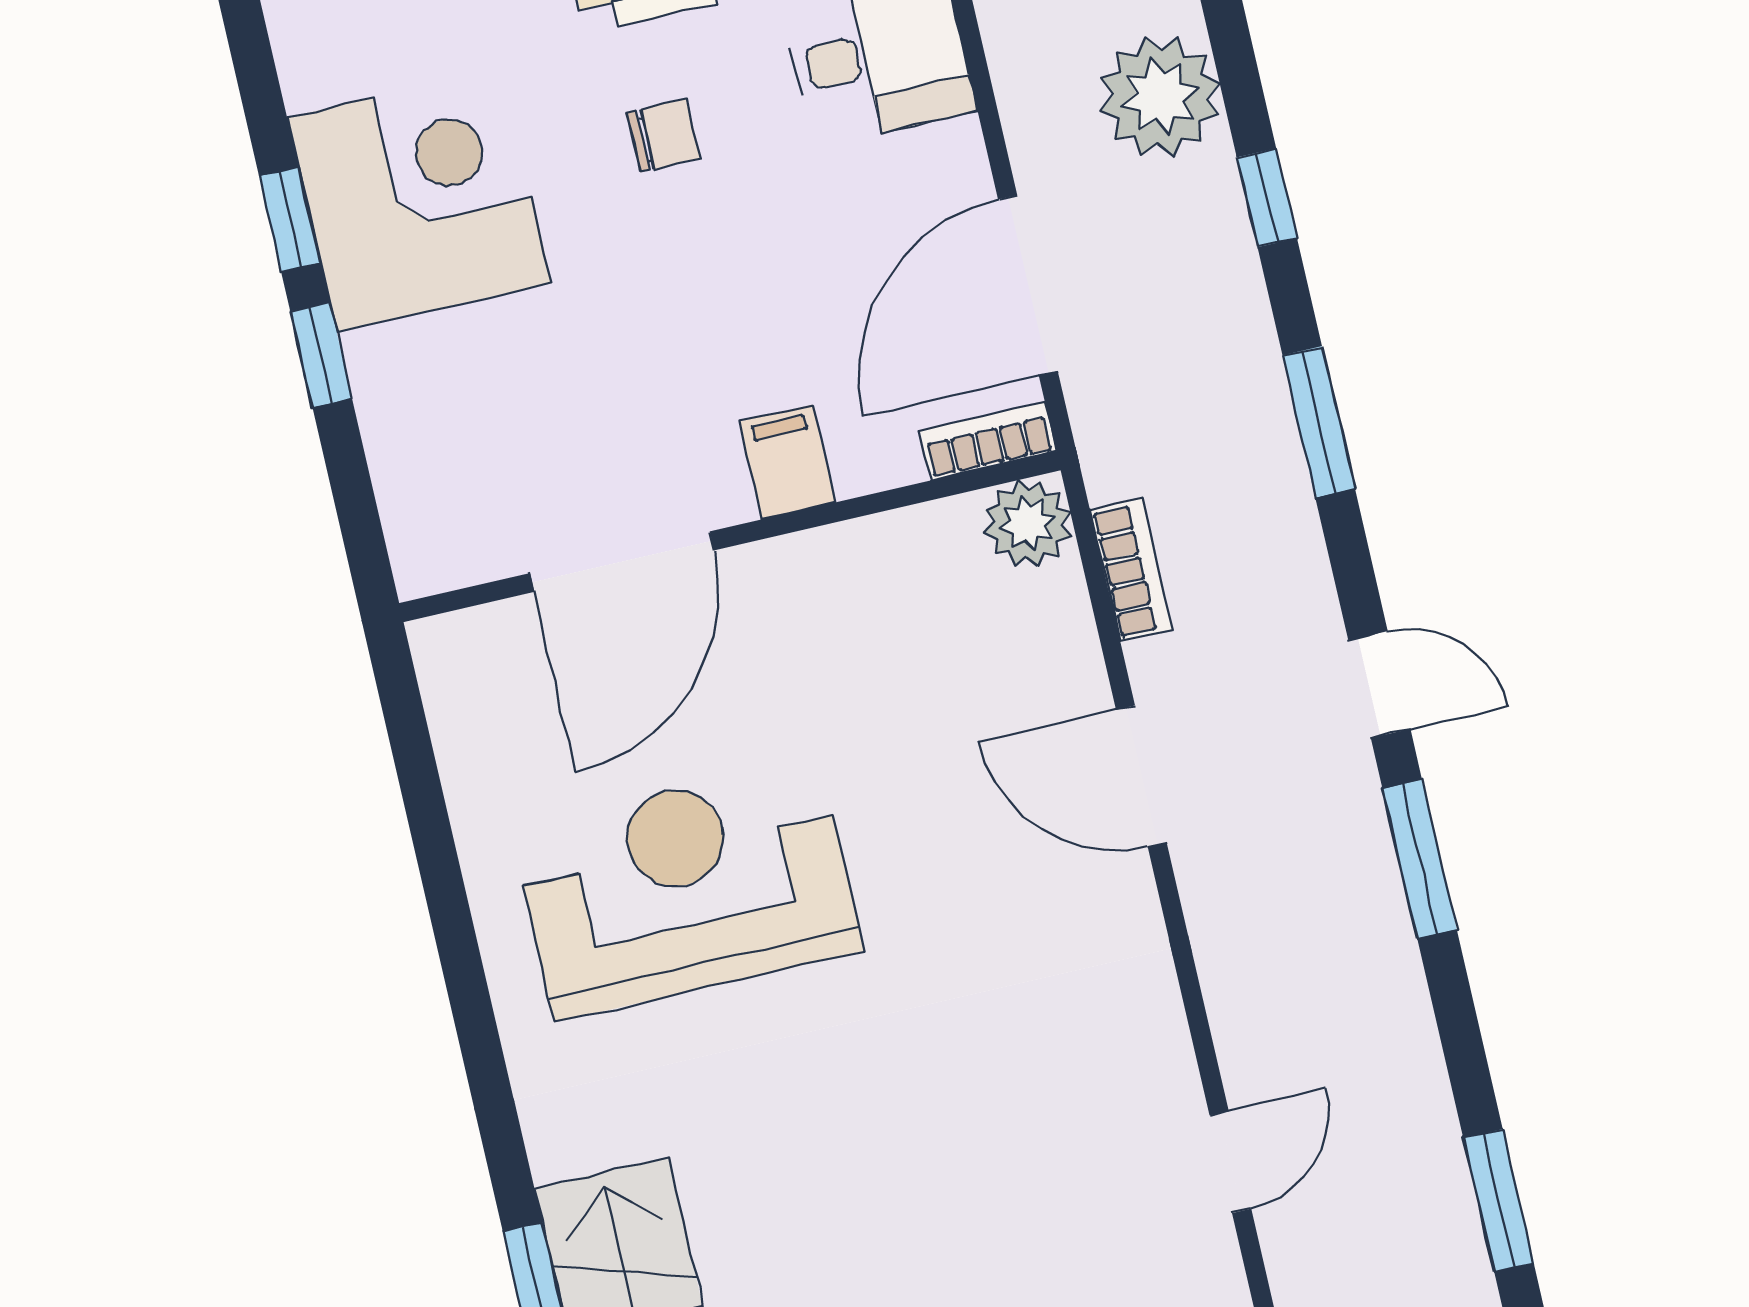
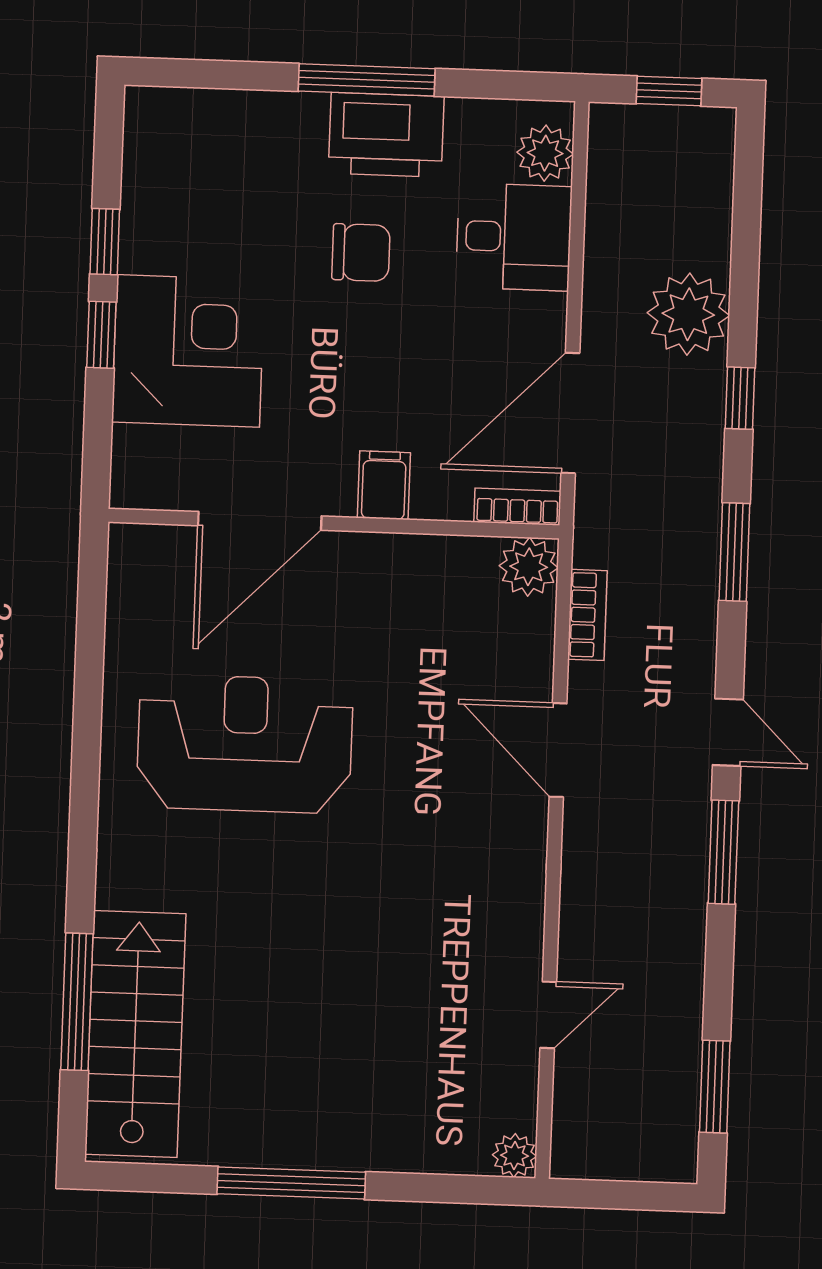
chair: (663, 135) -> (361, 252), width x1.37, depth x1.37
corner desk: (419, 200) -> (188, 351), moved

